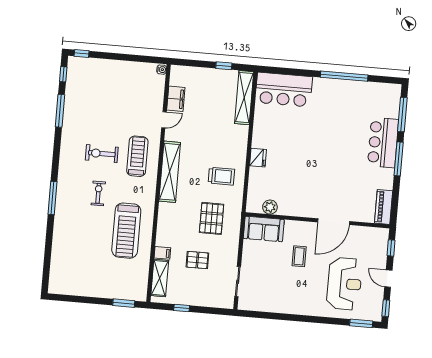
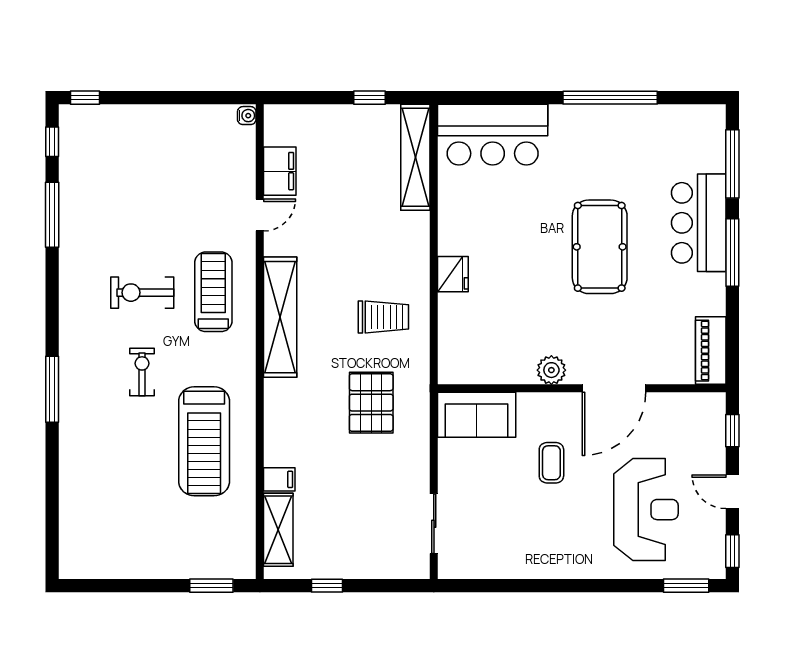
pool table: (332, 150) -> (600, 247), added
plant: (270, 207) -> (551, 370), moved
pallet: (197, 260) -> (350, 488), removed

